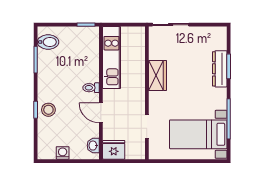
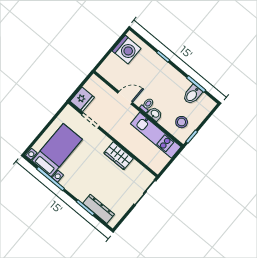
bidet: (48, 42) -> (192, 95), moved
dresser: (220, 69) -> (99, 209), moved
stool: (48, 110) -> (182, 122), moved
washbasin: (93, 146) -> (155, 114), moved
fridge: (114, 150) -> (82, 99), moved
washing machine: (63, 153) -> (127, 50), width x1.89, depth x1.89

